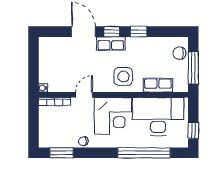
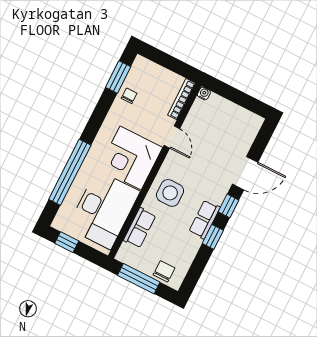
row of seats: (111, 43) -> (204, 219), moved
chair: (83, 141) -> (129, 96), moved

